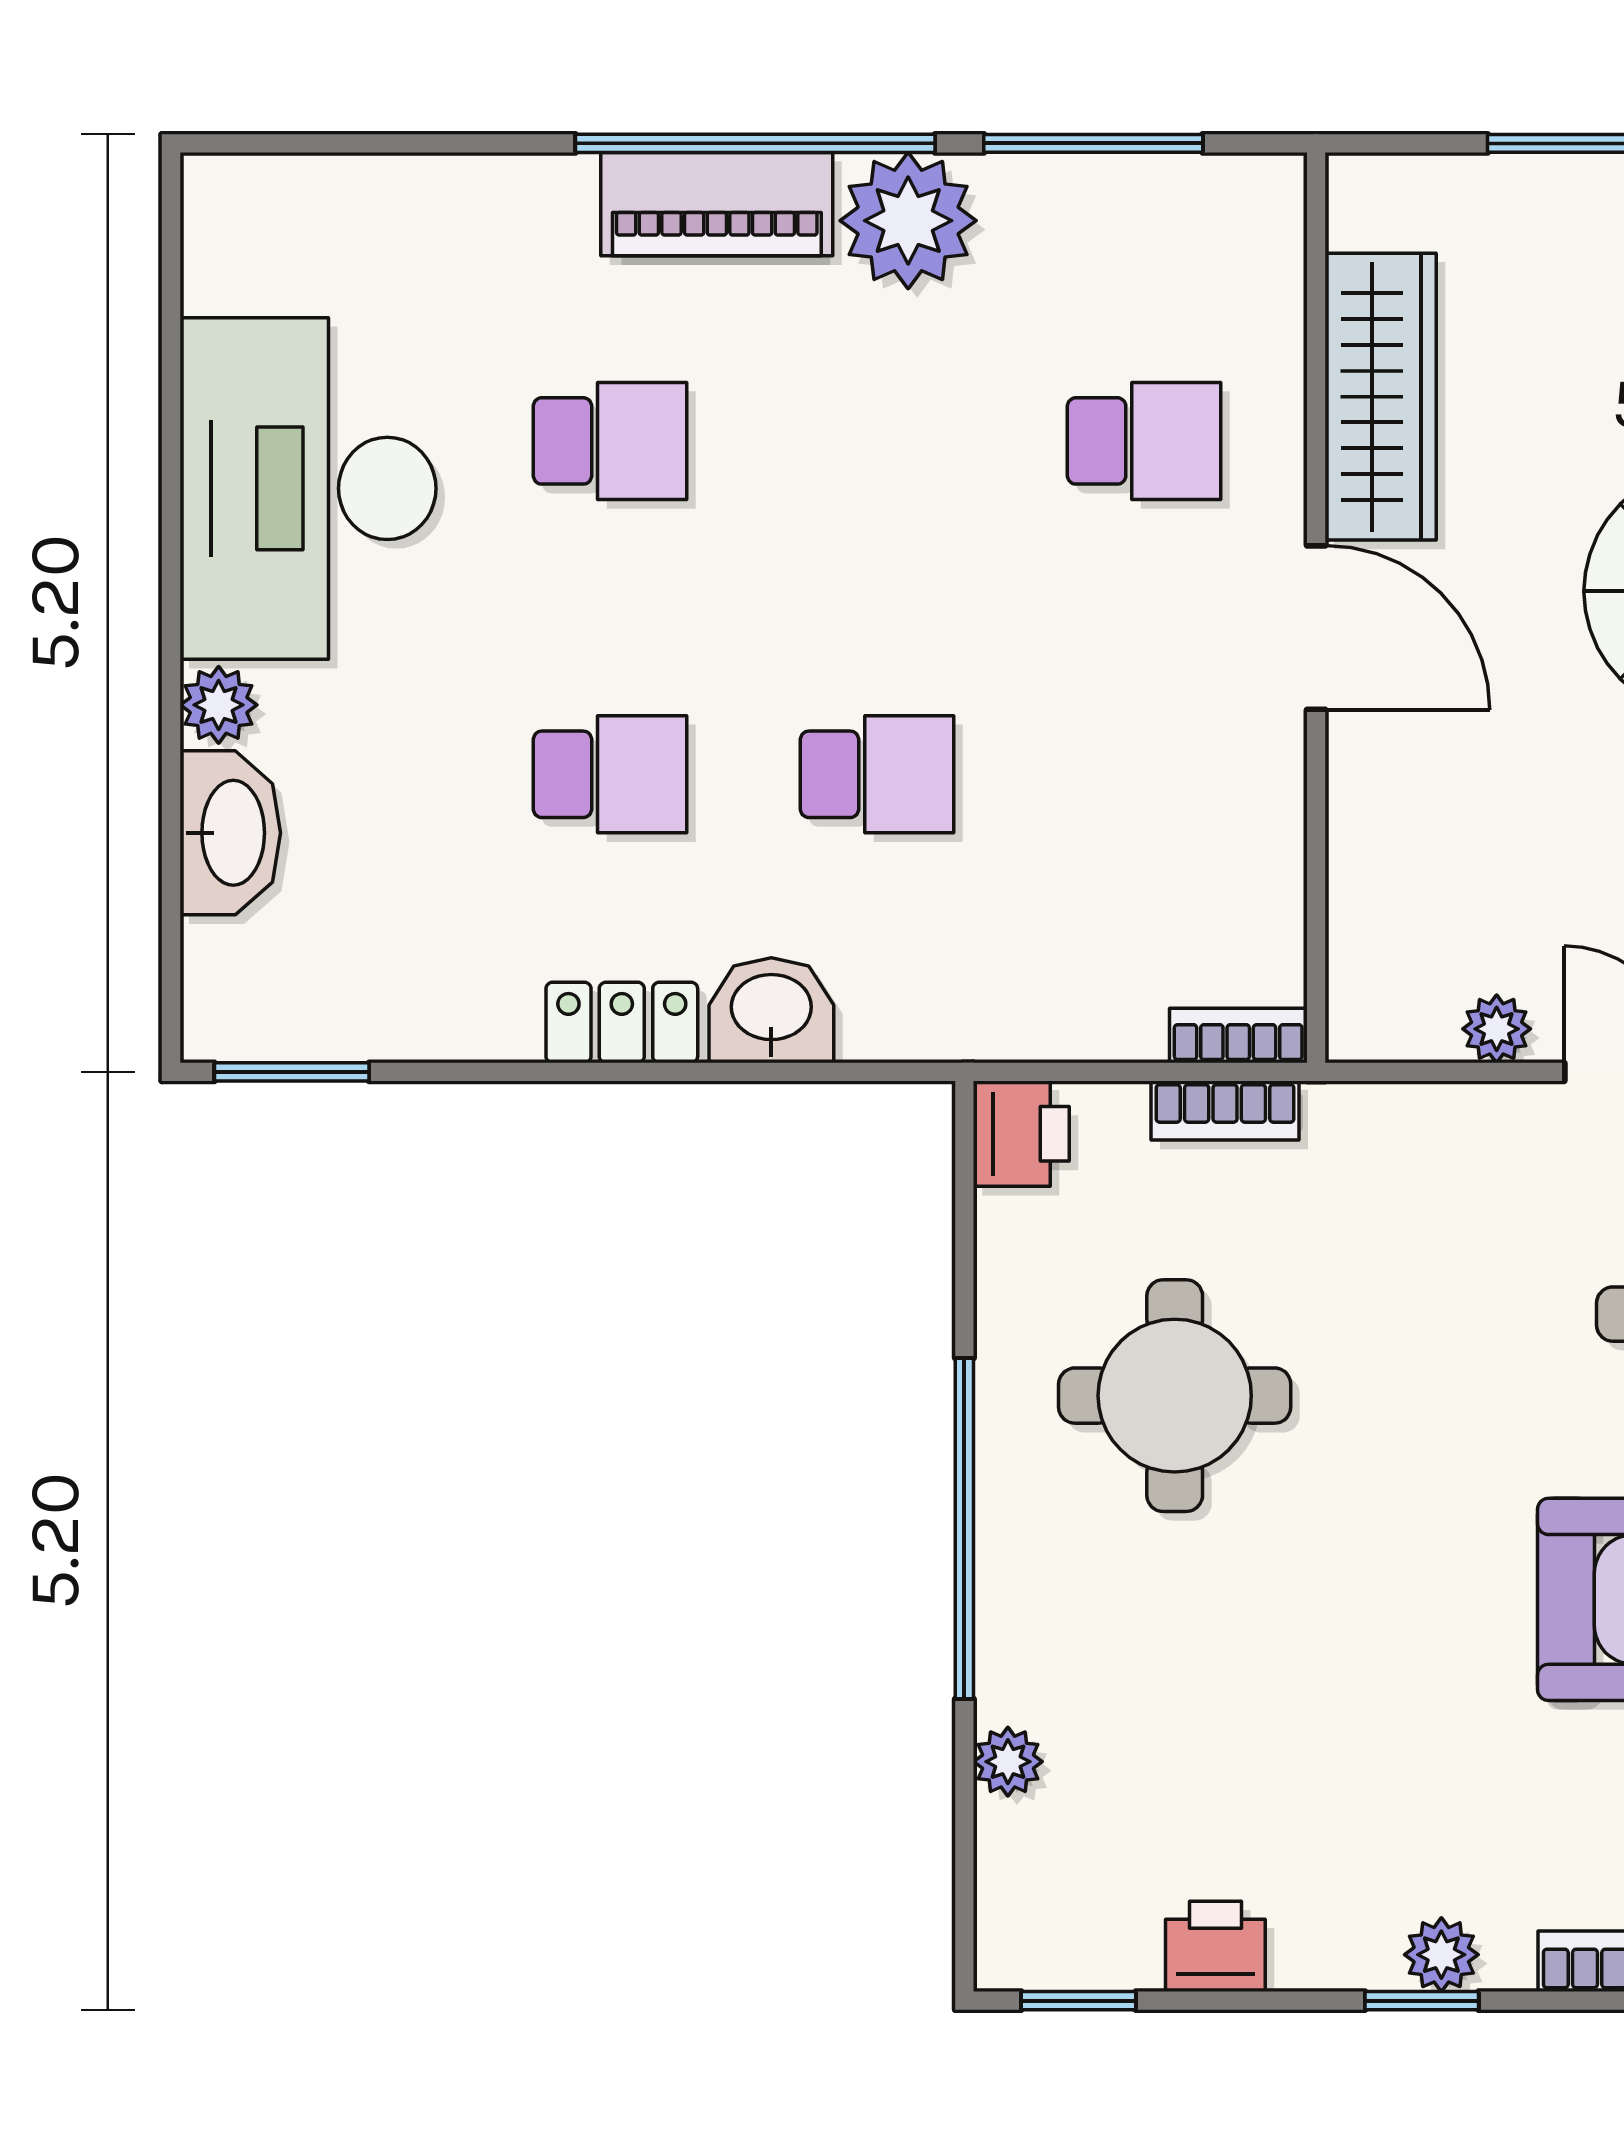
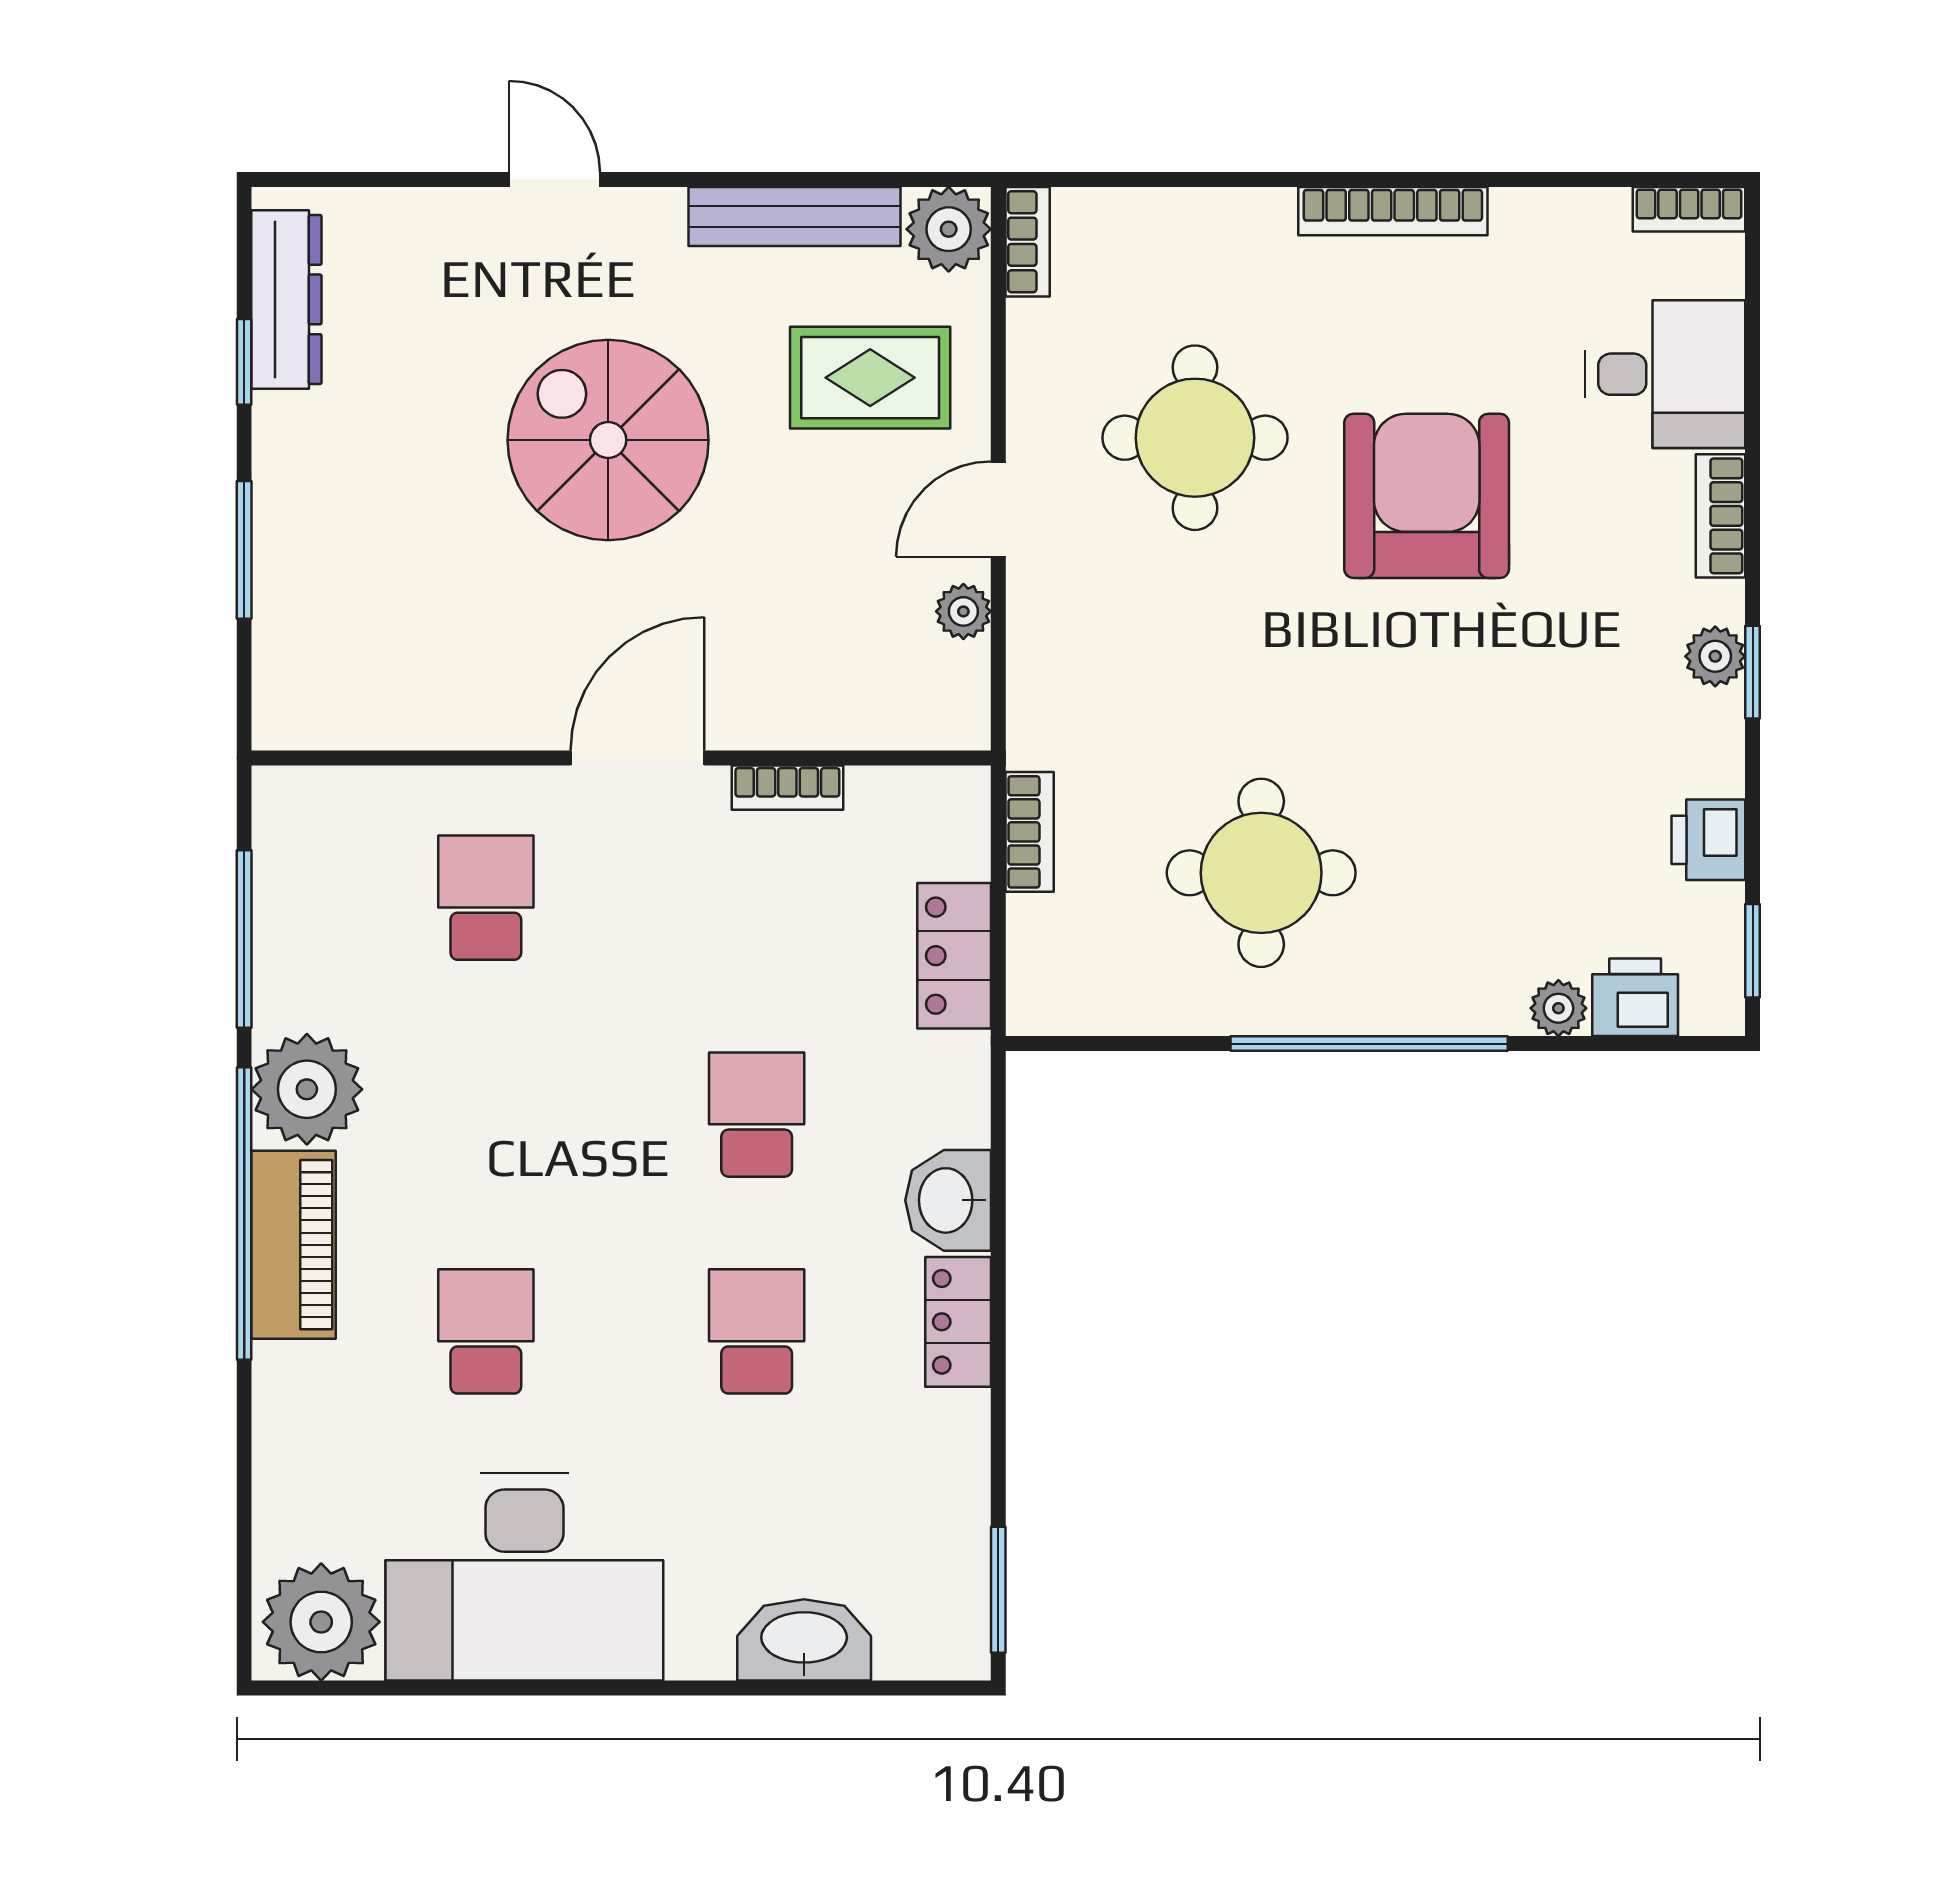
wardrobe: (1381, 397) -> (450, 706), removed
plant: (219, 705) -> (321, 1622), moved, width x1.88, depth x1.88
locker: (1073, 1018) -> (954, 956), added
bookcase: (1238, 1036) -> (787, 788), moved, turned -90
printer: (1021, 1134) -> (1635, 997), moved

